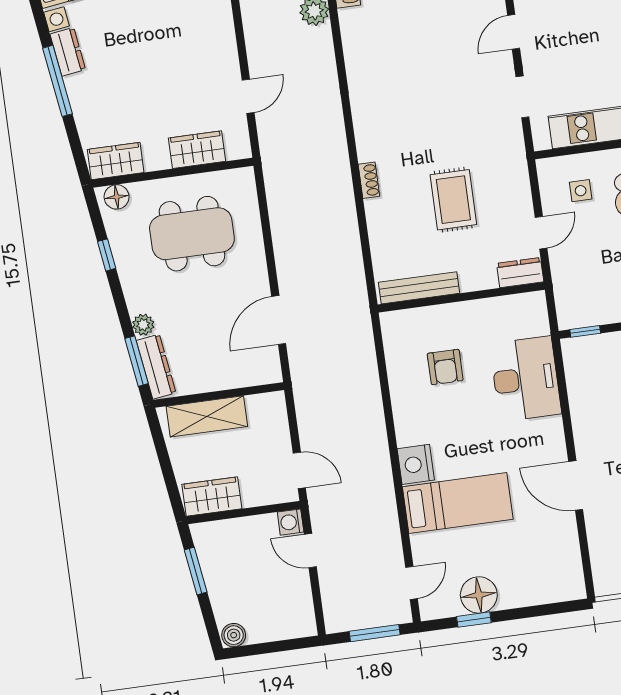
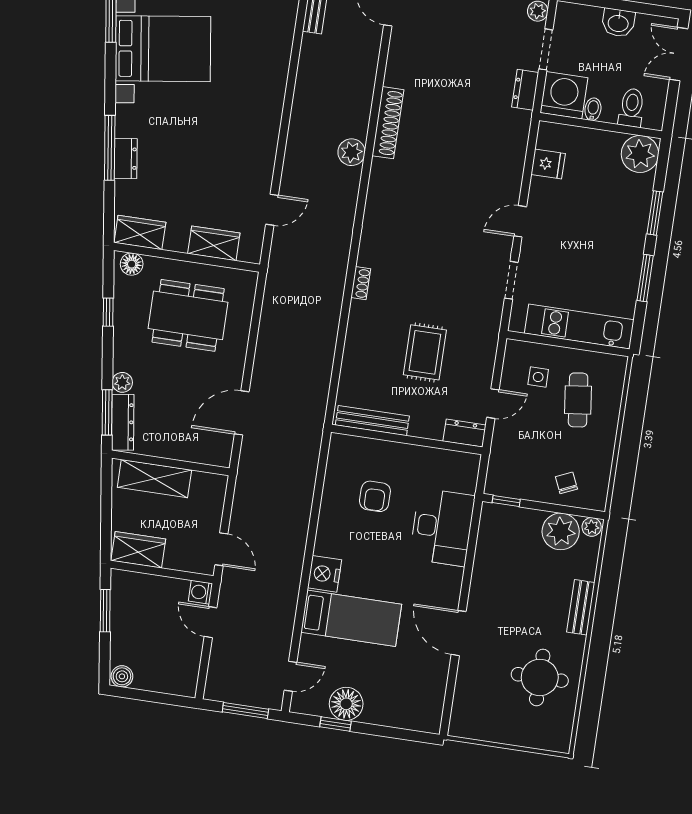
dresser: (68, 52) -> (126, 159), moved
shoe rack: (369, 180) -> (361, 283), moved

